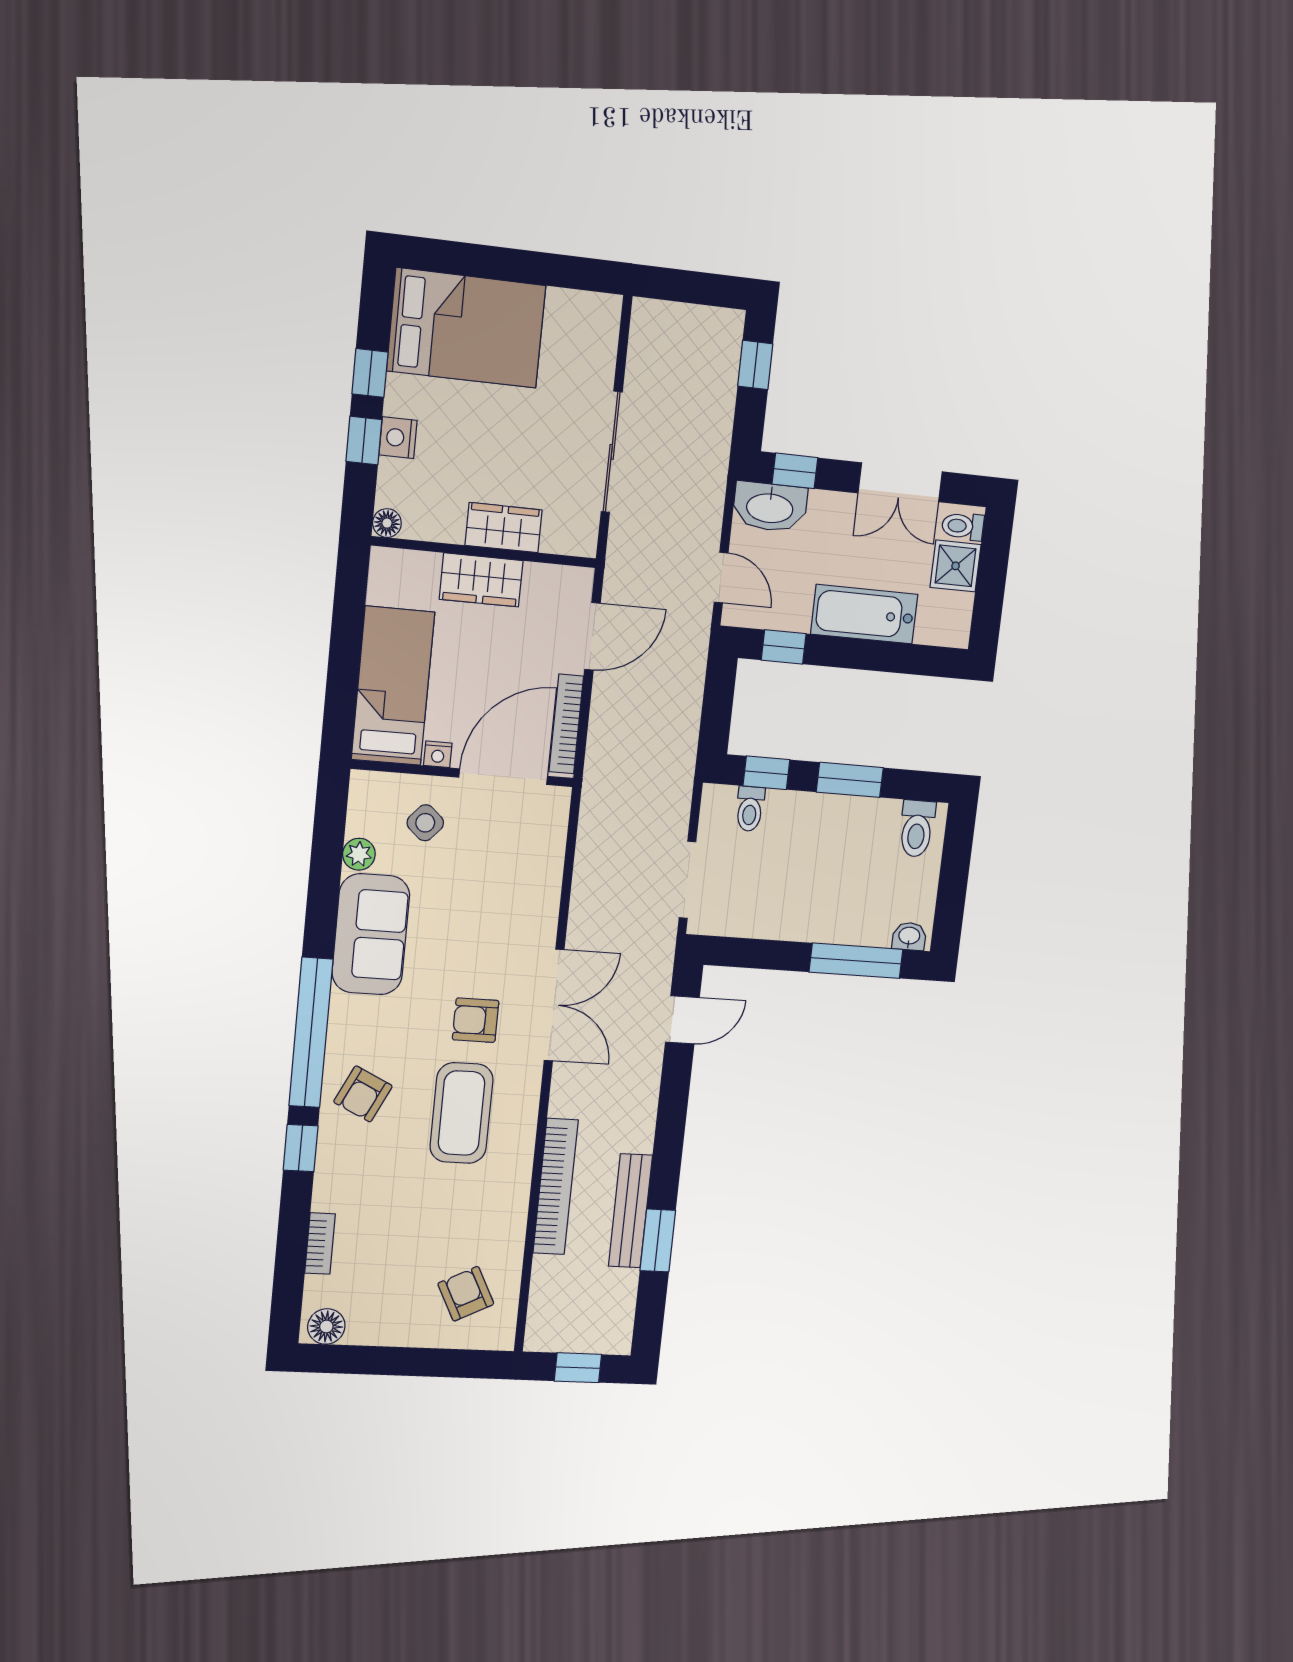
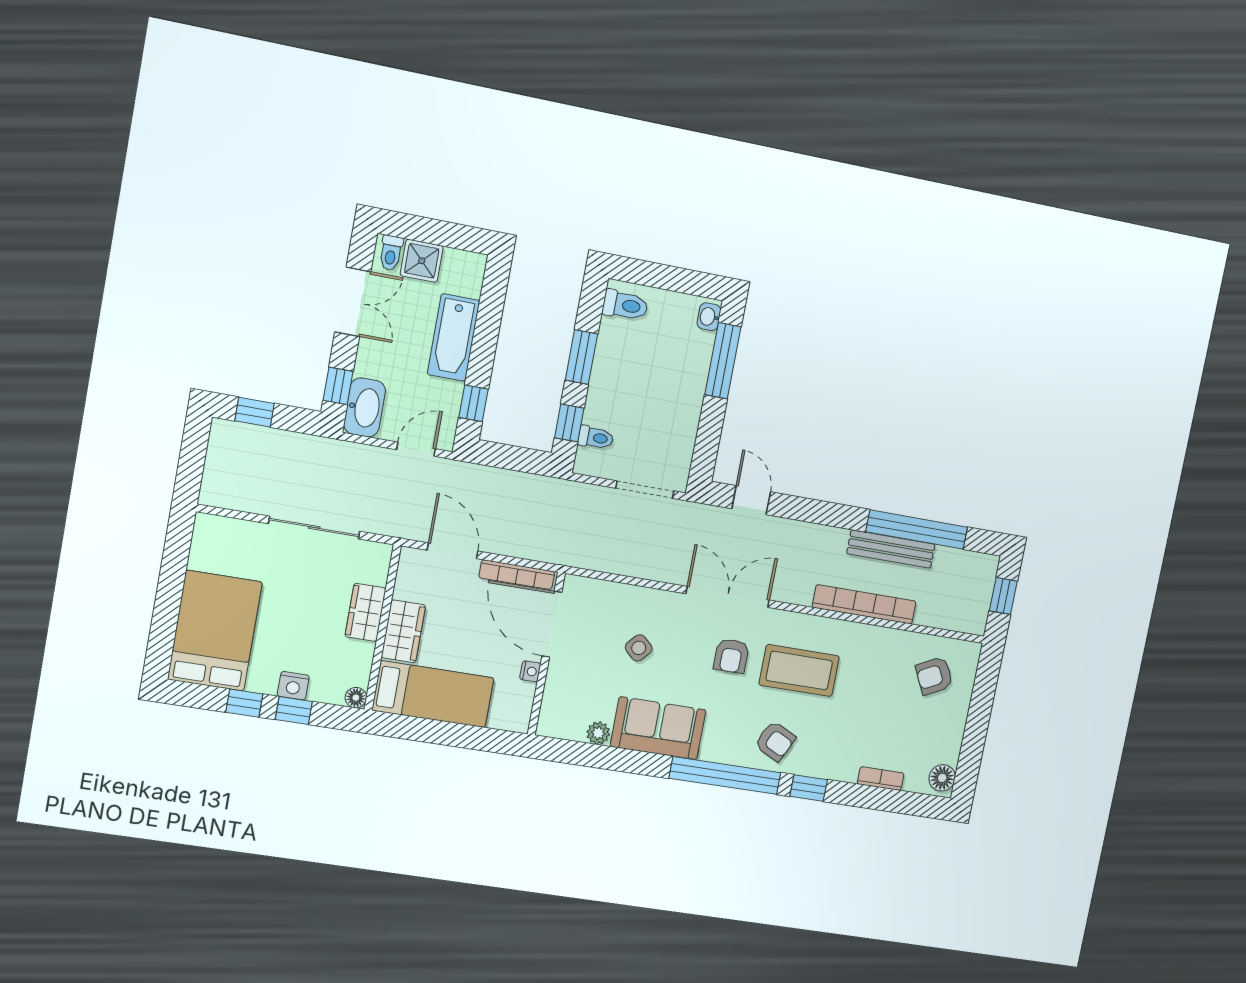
bed: (393, 686) -> (433, 694), moved, turned 180
side table: (425, 823) -> (639, 648), moved
window: (658, 1241) -> (917, 529), width x2.11

